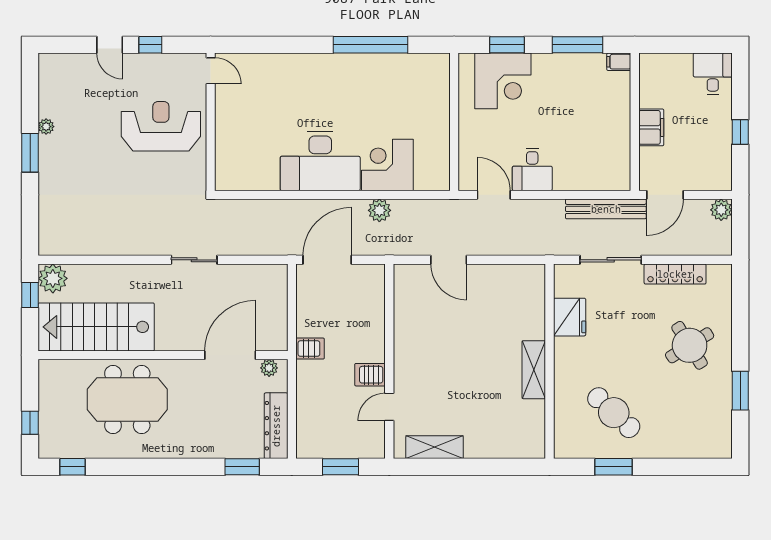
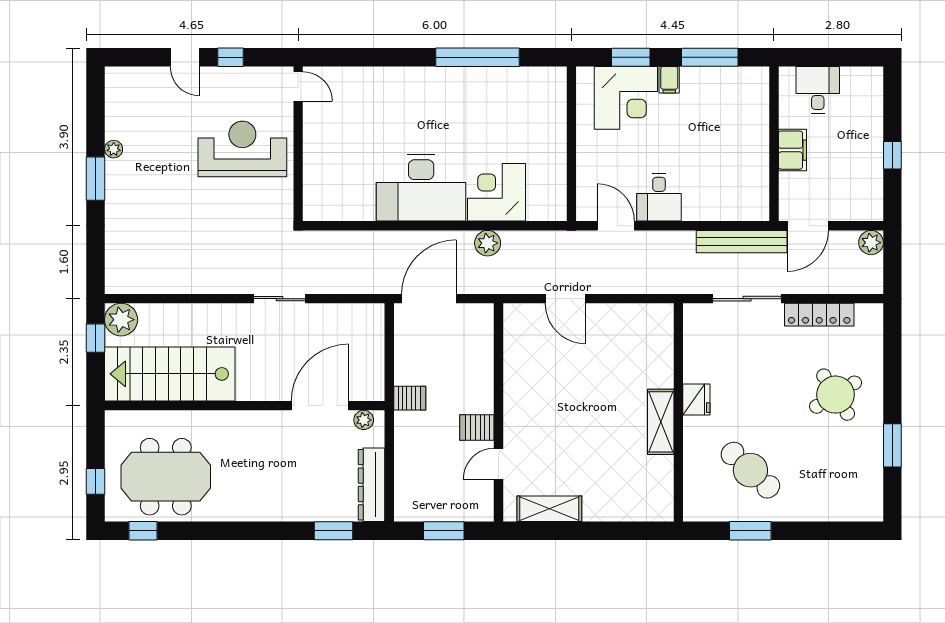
filing cabinet: (619, 62) -> (669, 80), moved, turned -90
desk: (713, 74) -> (818, 90), moved
fridge: (570, 317) -> (696, 400), moved, width x0.73, depth x0.75
meeting table: (127, 399) -> (166, 477), moved

